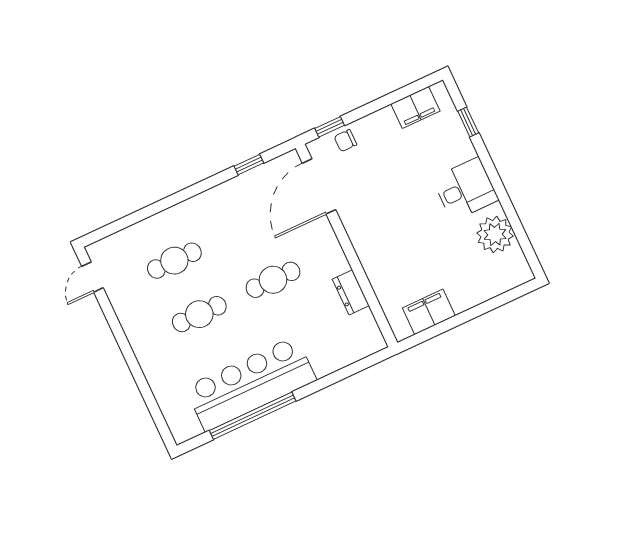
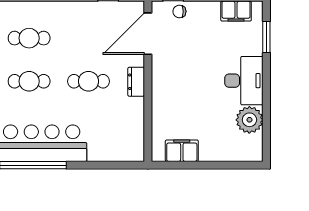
window: (468, 122) -> (266, 37), width x1.50
desk: (465, 189) -> (244, 81), width x1.37
dresser: (351, 292) -> (136, 82), moved

